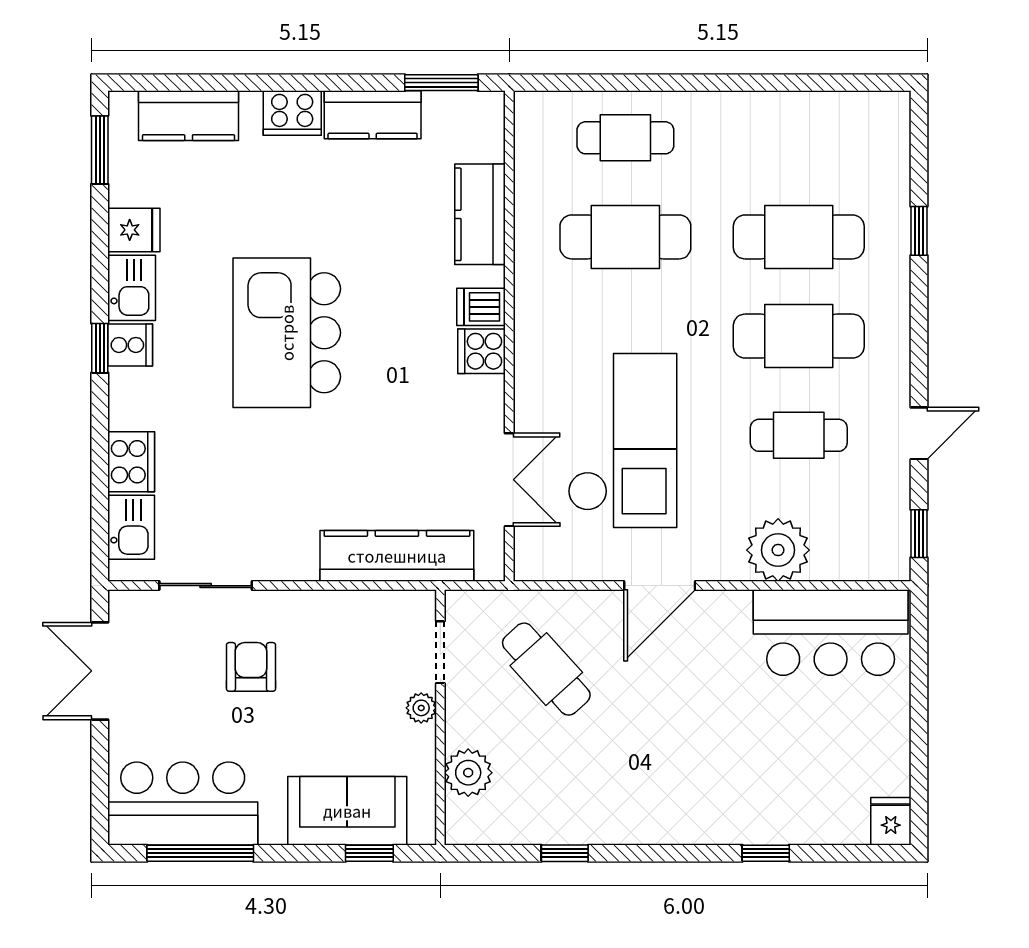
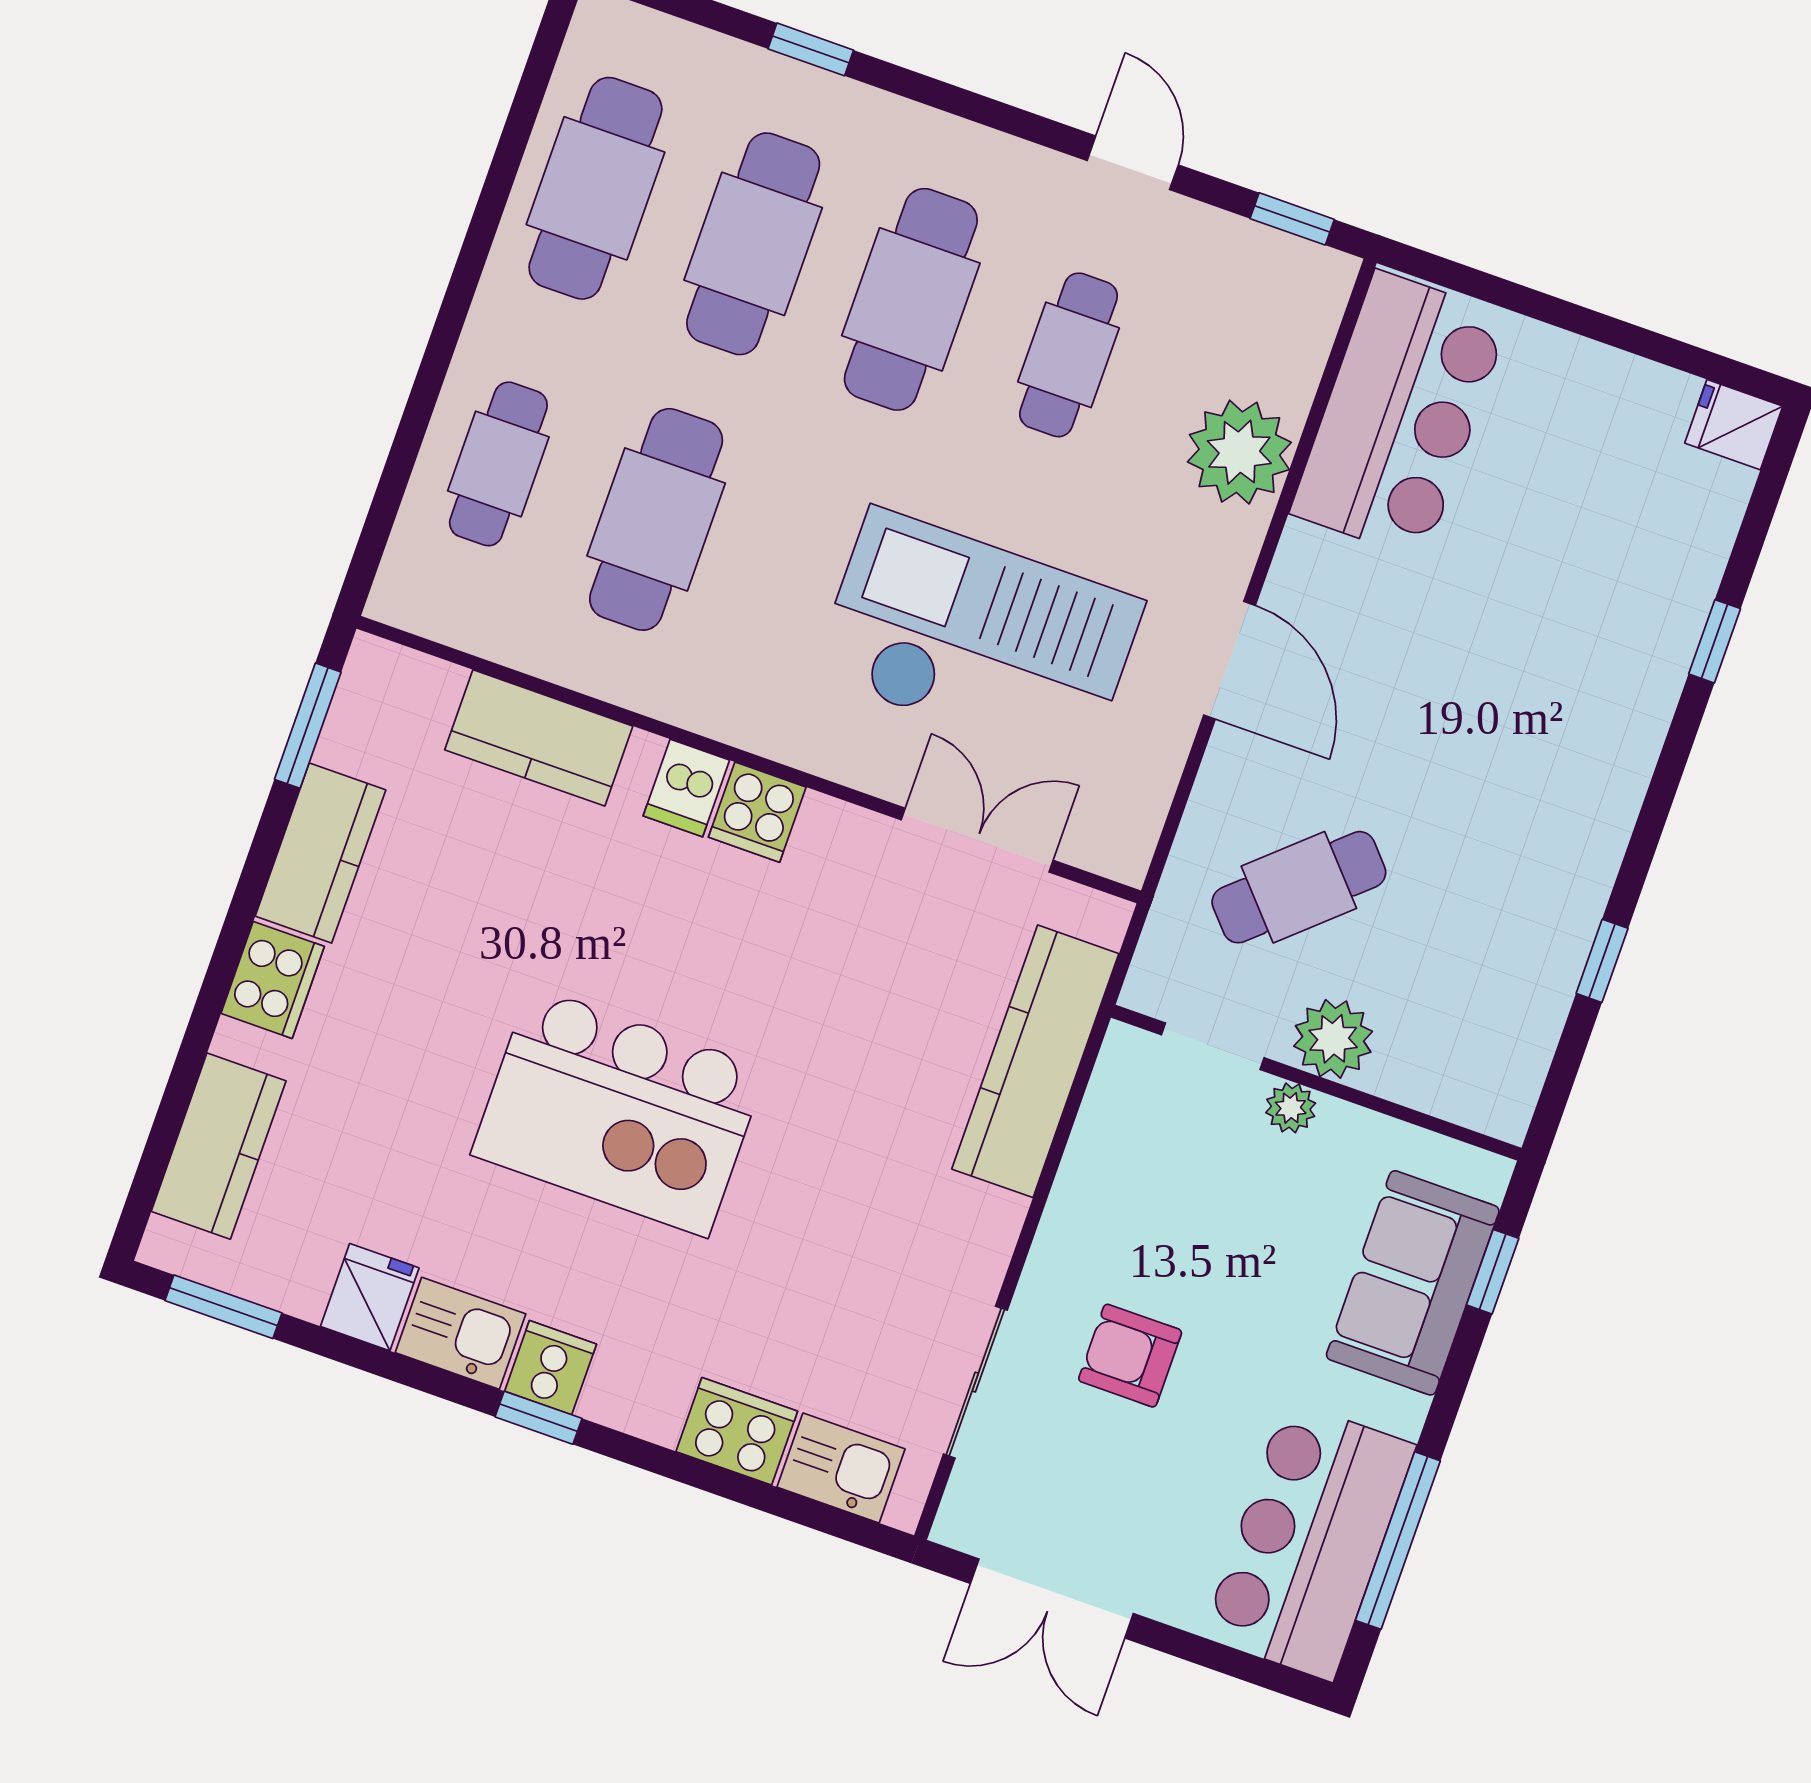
cafe table: (799, 138) -> (595, 188), added
plant: (468, 773) -> (1333, 1039), moved

